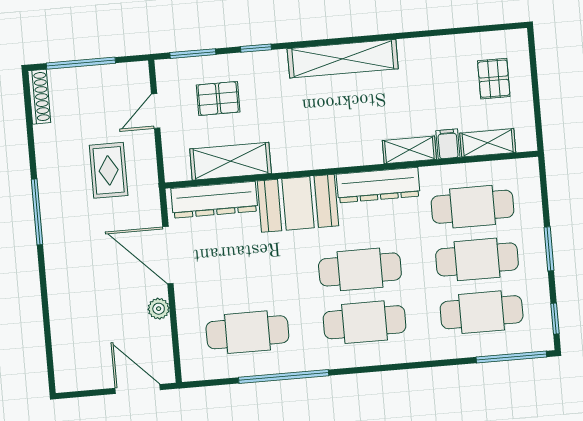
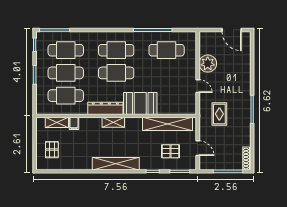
door: (156, 111) -> (198, 148), hinge flipped
shelving: (409, 150) -> (113, 122), moved
shelving: (231, 161) -> (168, 124), width x1.47
rug: (109, 170) -> (219, 114), moved
dresser: (214, 200) -> (176, 108), removed
door: (168, 255) -> (198, 86), width x0.53
plant: (159, 309) -> (208, 64), width x1.88, depth x1.88
door: (138, 389) -> (232, 30), moved

